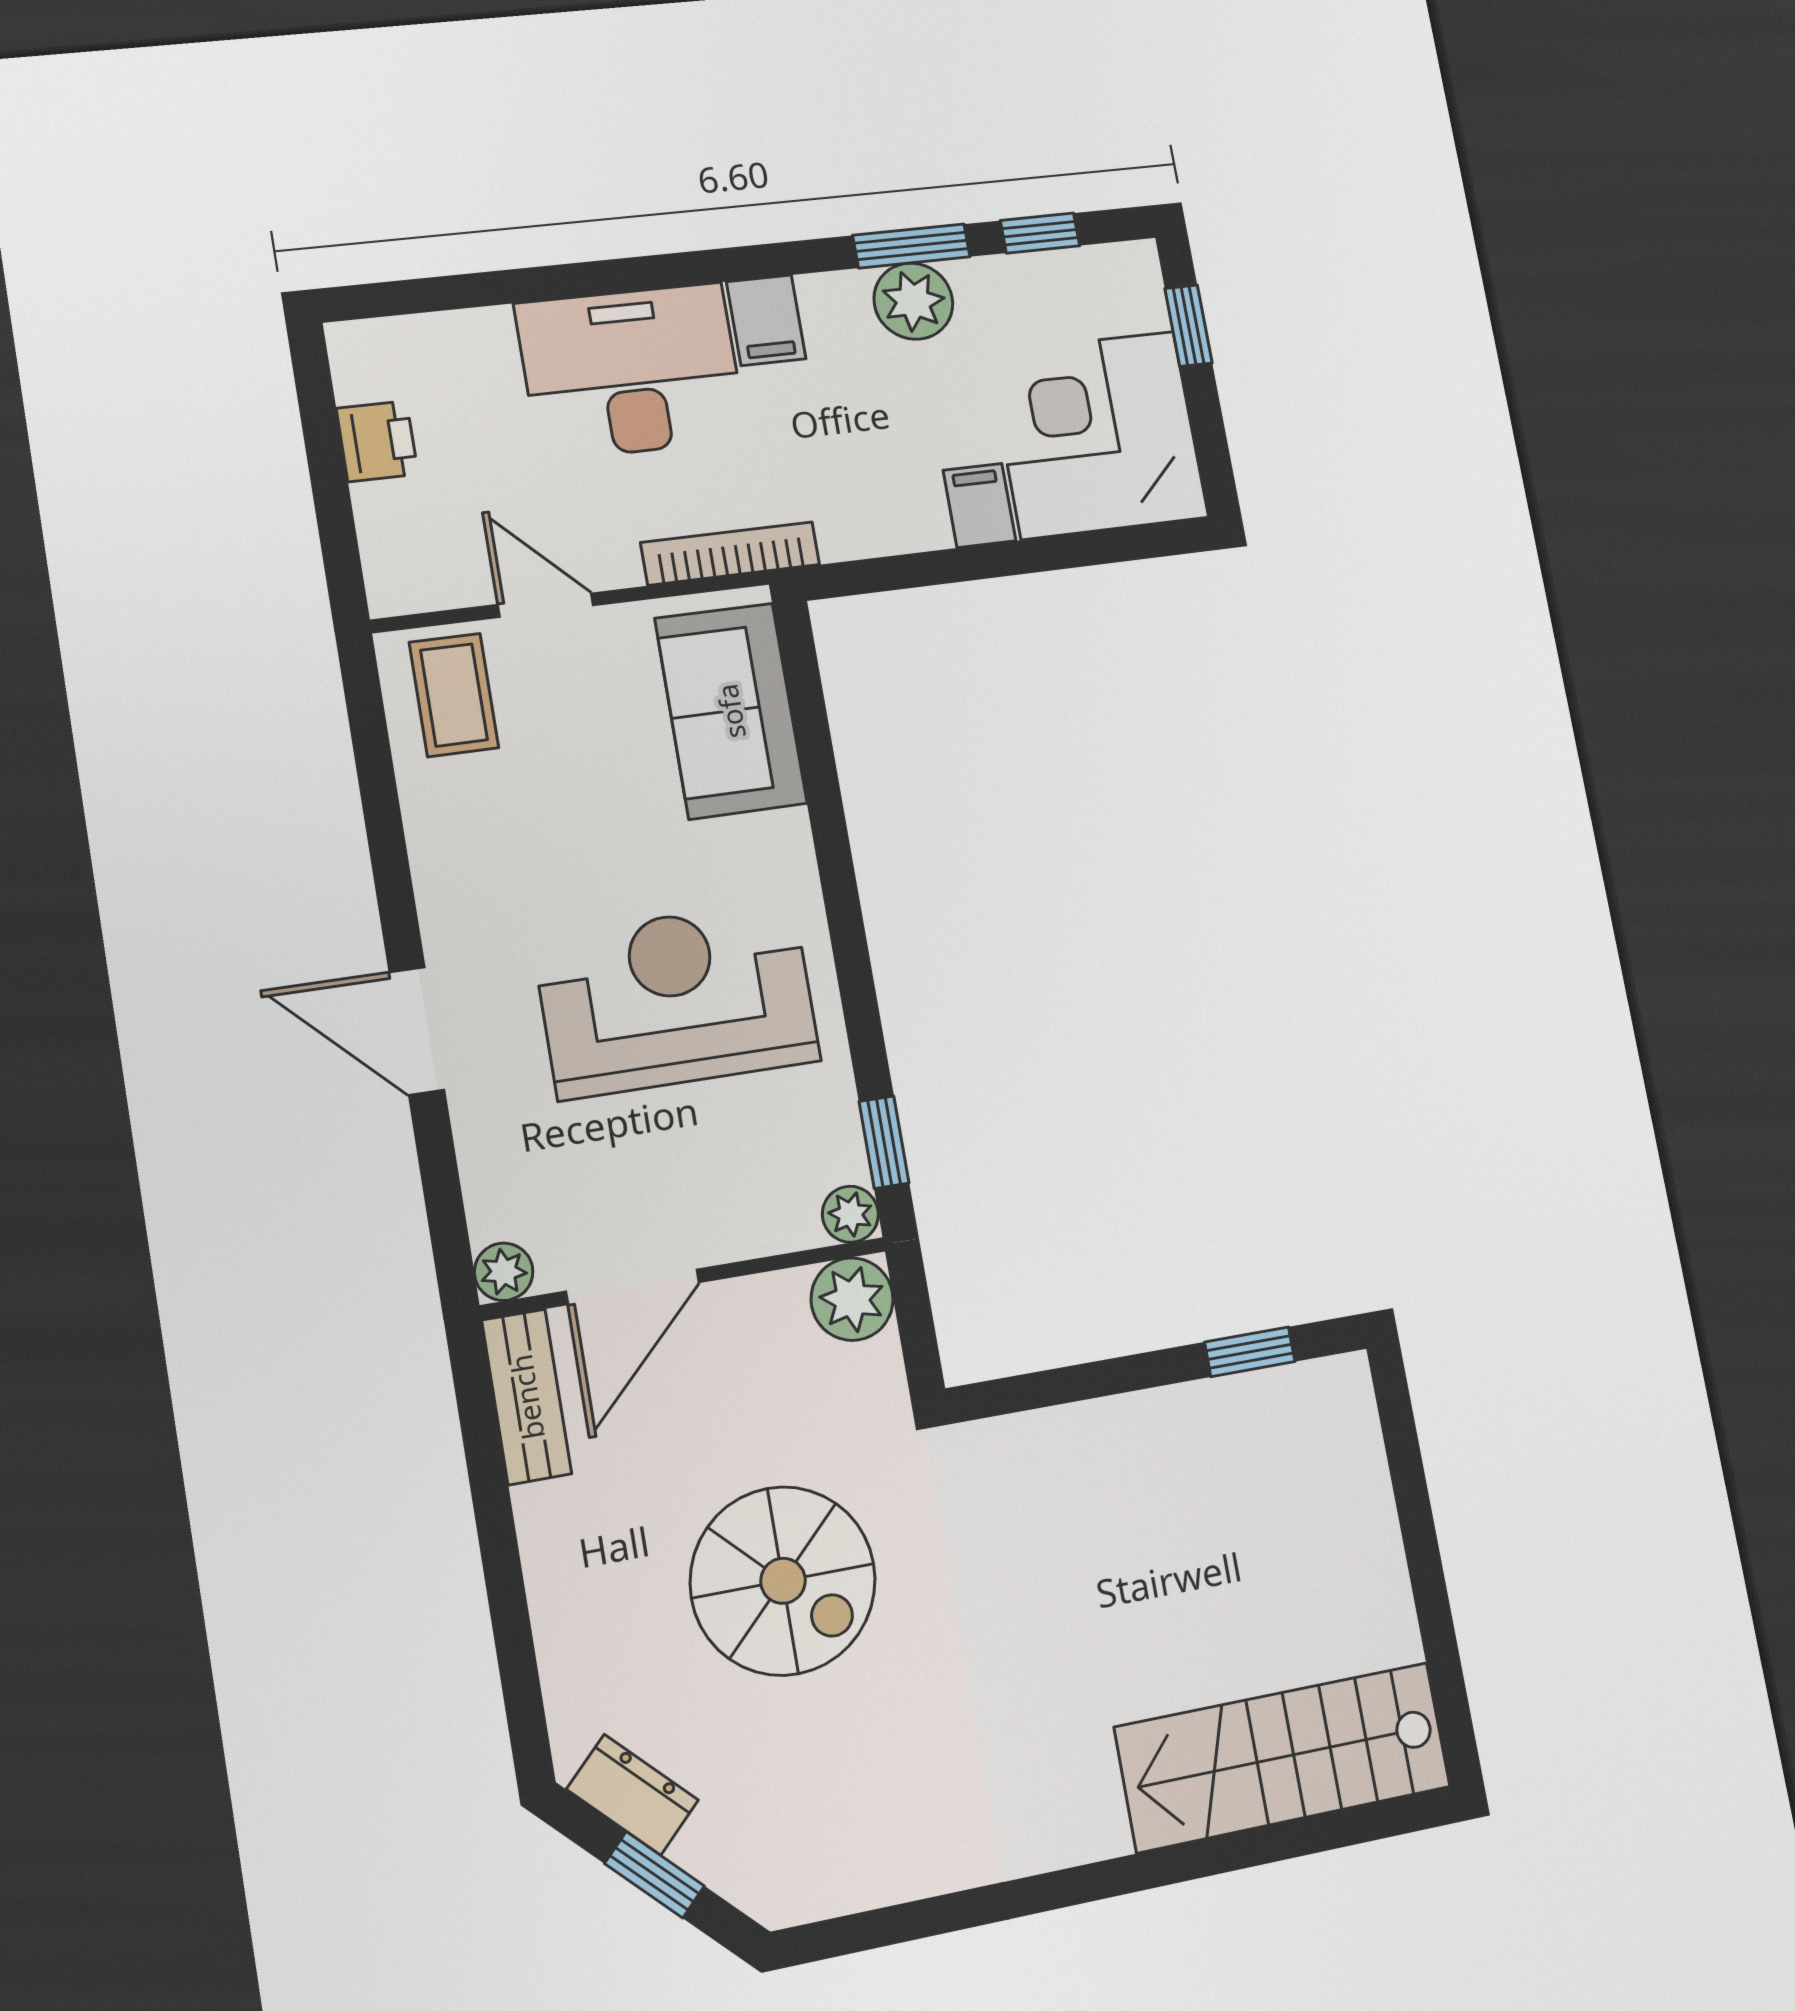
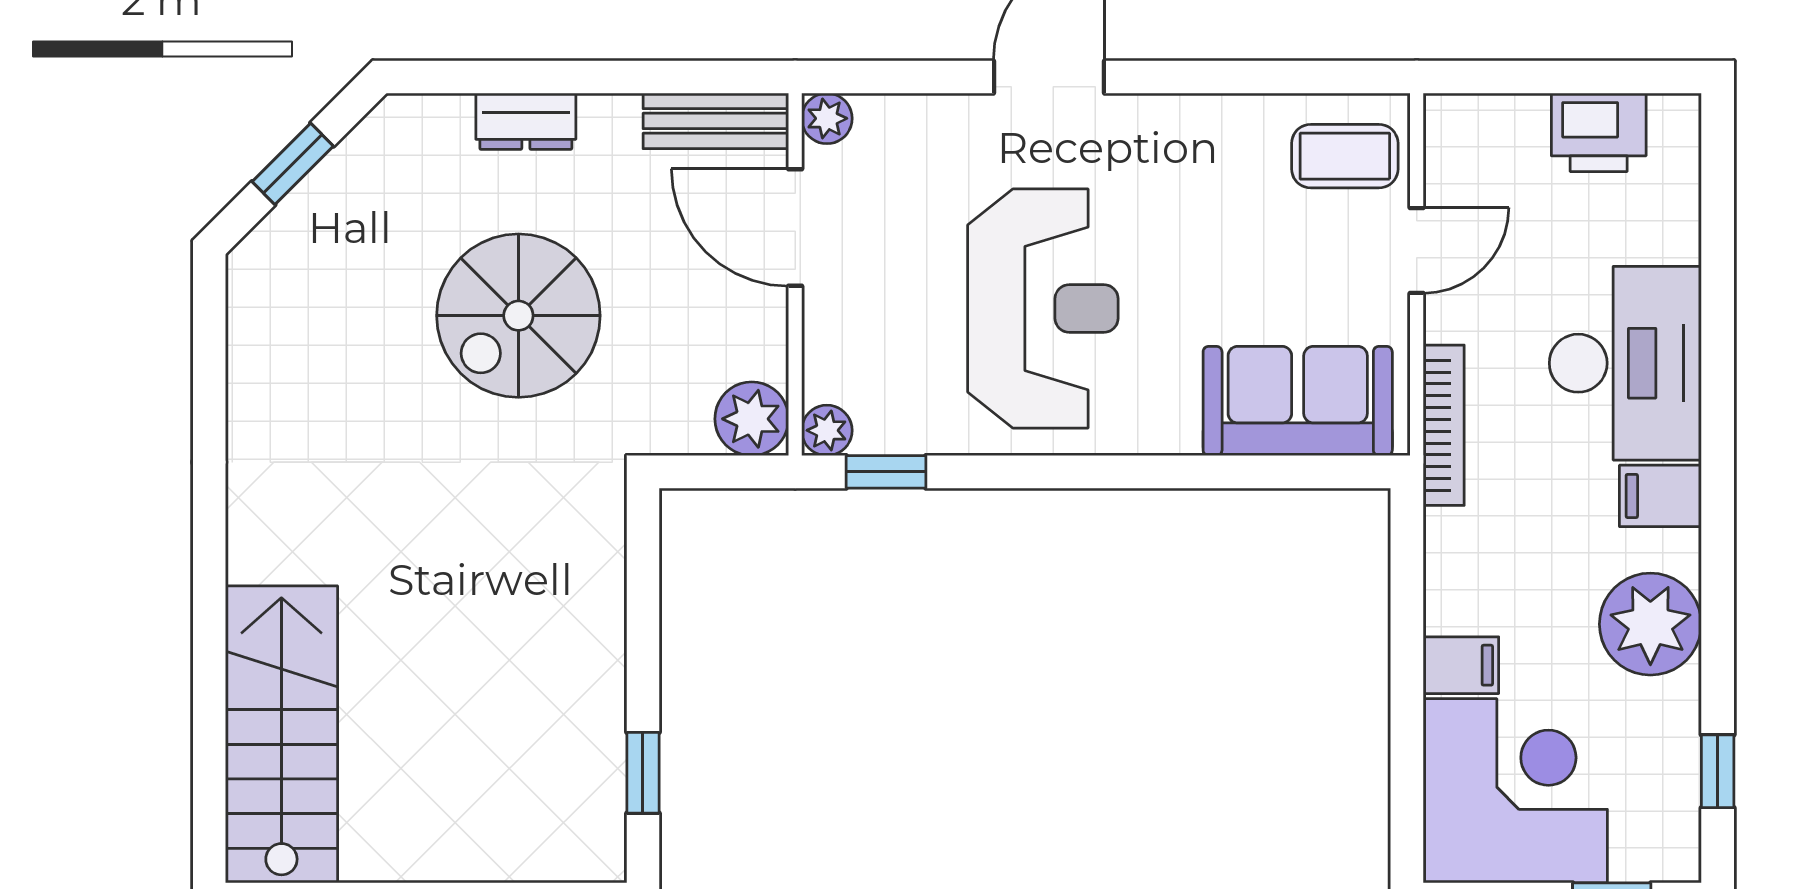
window: (912, 246) -> (1718, 645), removed
plant: (913, 301) -> (1650, 624), width x1.36, depth x1.36
printer: (377, 441) -> (1599, 132), width x1.36, depth x1.24
dresser: (633, 1795) -> (526, 121), moved, turned 45

